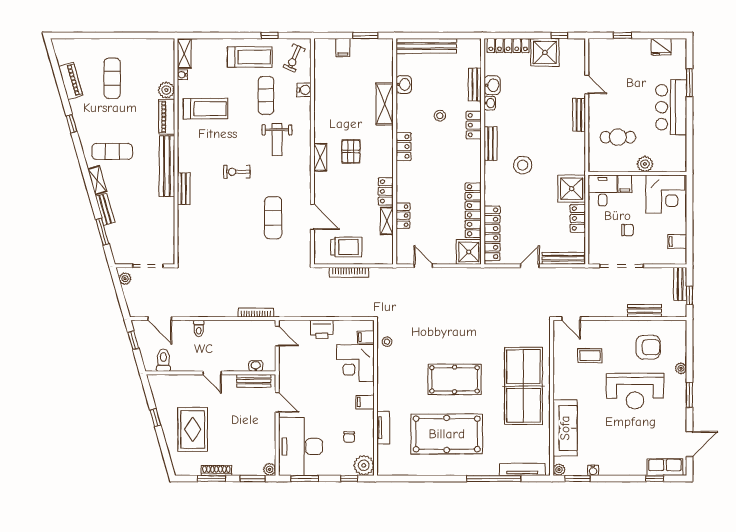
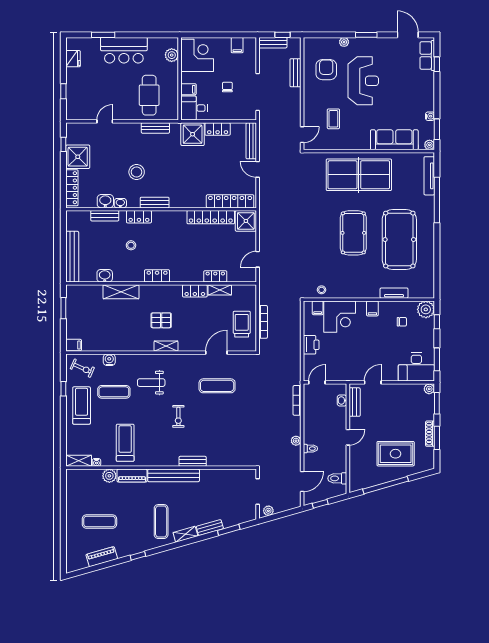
filing cabinet: (343, 48) -> (74, 345), moved
bench: (579, 115) -> (155, 128), moved
cafe table: (618, 137) -> (149, 95), width x1.37, depth x1.35
weight bench: (277, 140) -> (151, 383), turned 180
plant: (645, 164) -> (172, 55), moved
stool: (523, 165) -> (137, 172), moved
plant: (208, 311) -> (296, 441), added
window: (155, 418) -> (386, 485), width x3.17
desk: (301, 446) -> (416, 367), width x0.73, depth x0.77

